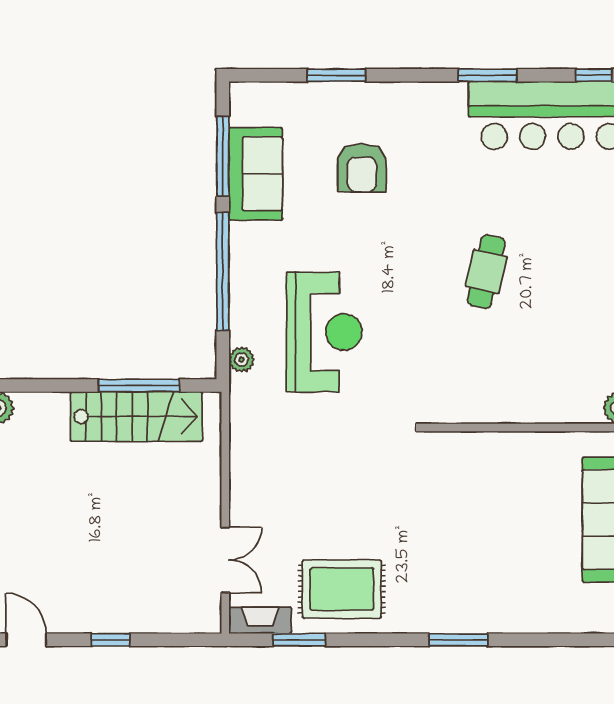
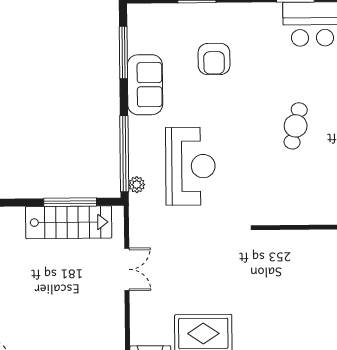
sofa: (256, 174) -> (145, 85), moved
window: (223, 271) -> (124, 154), moved
double door: (225, 560) -> (127, 269), moved

